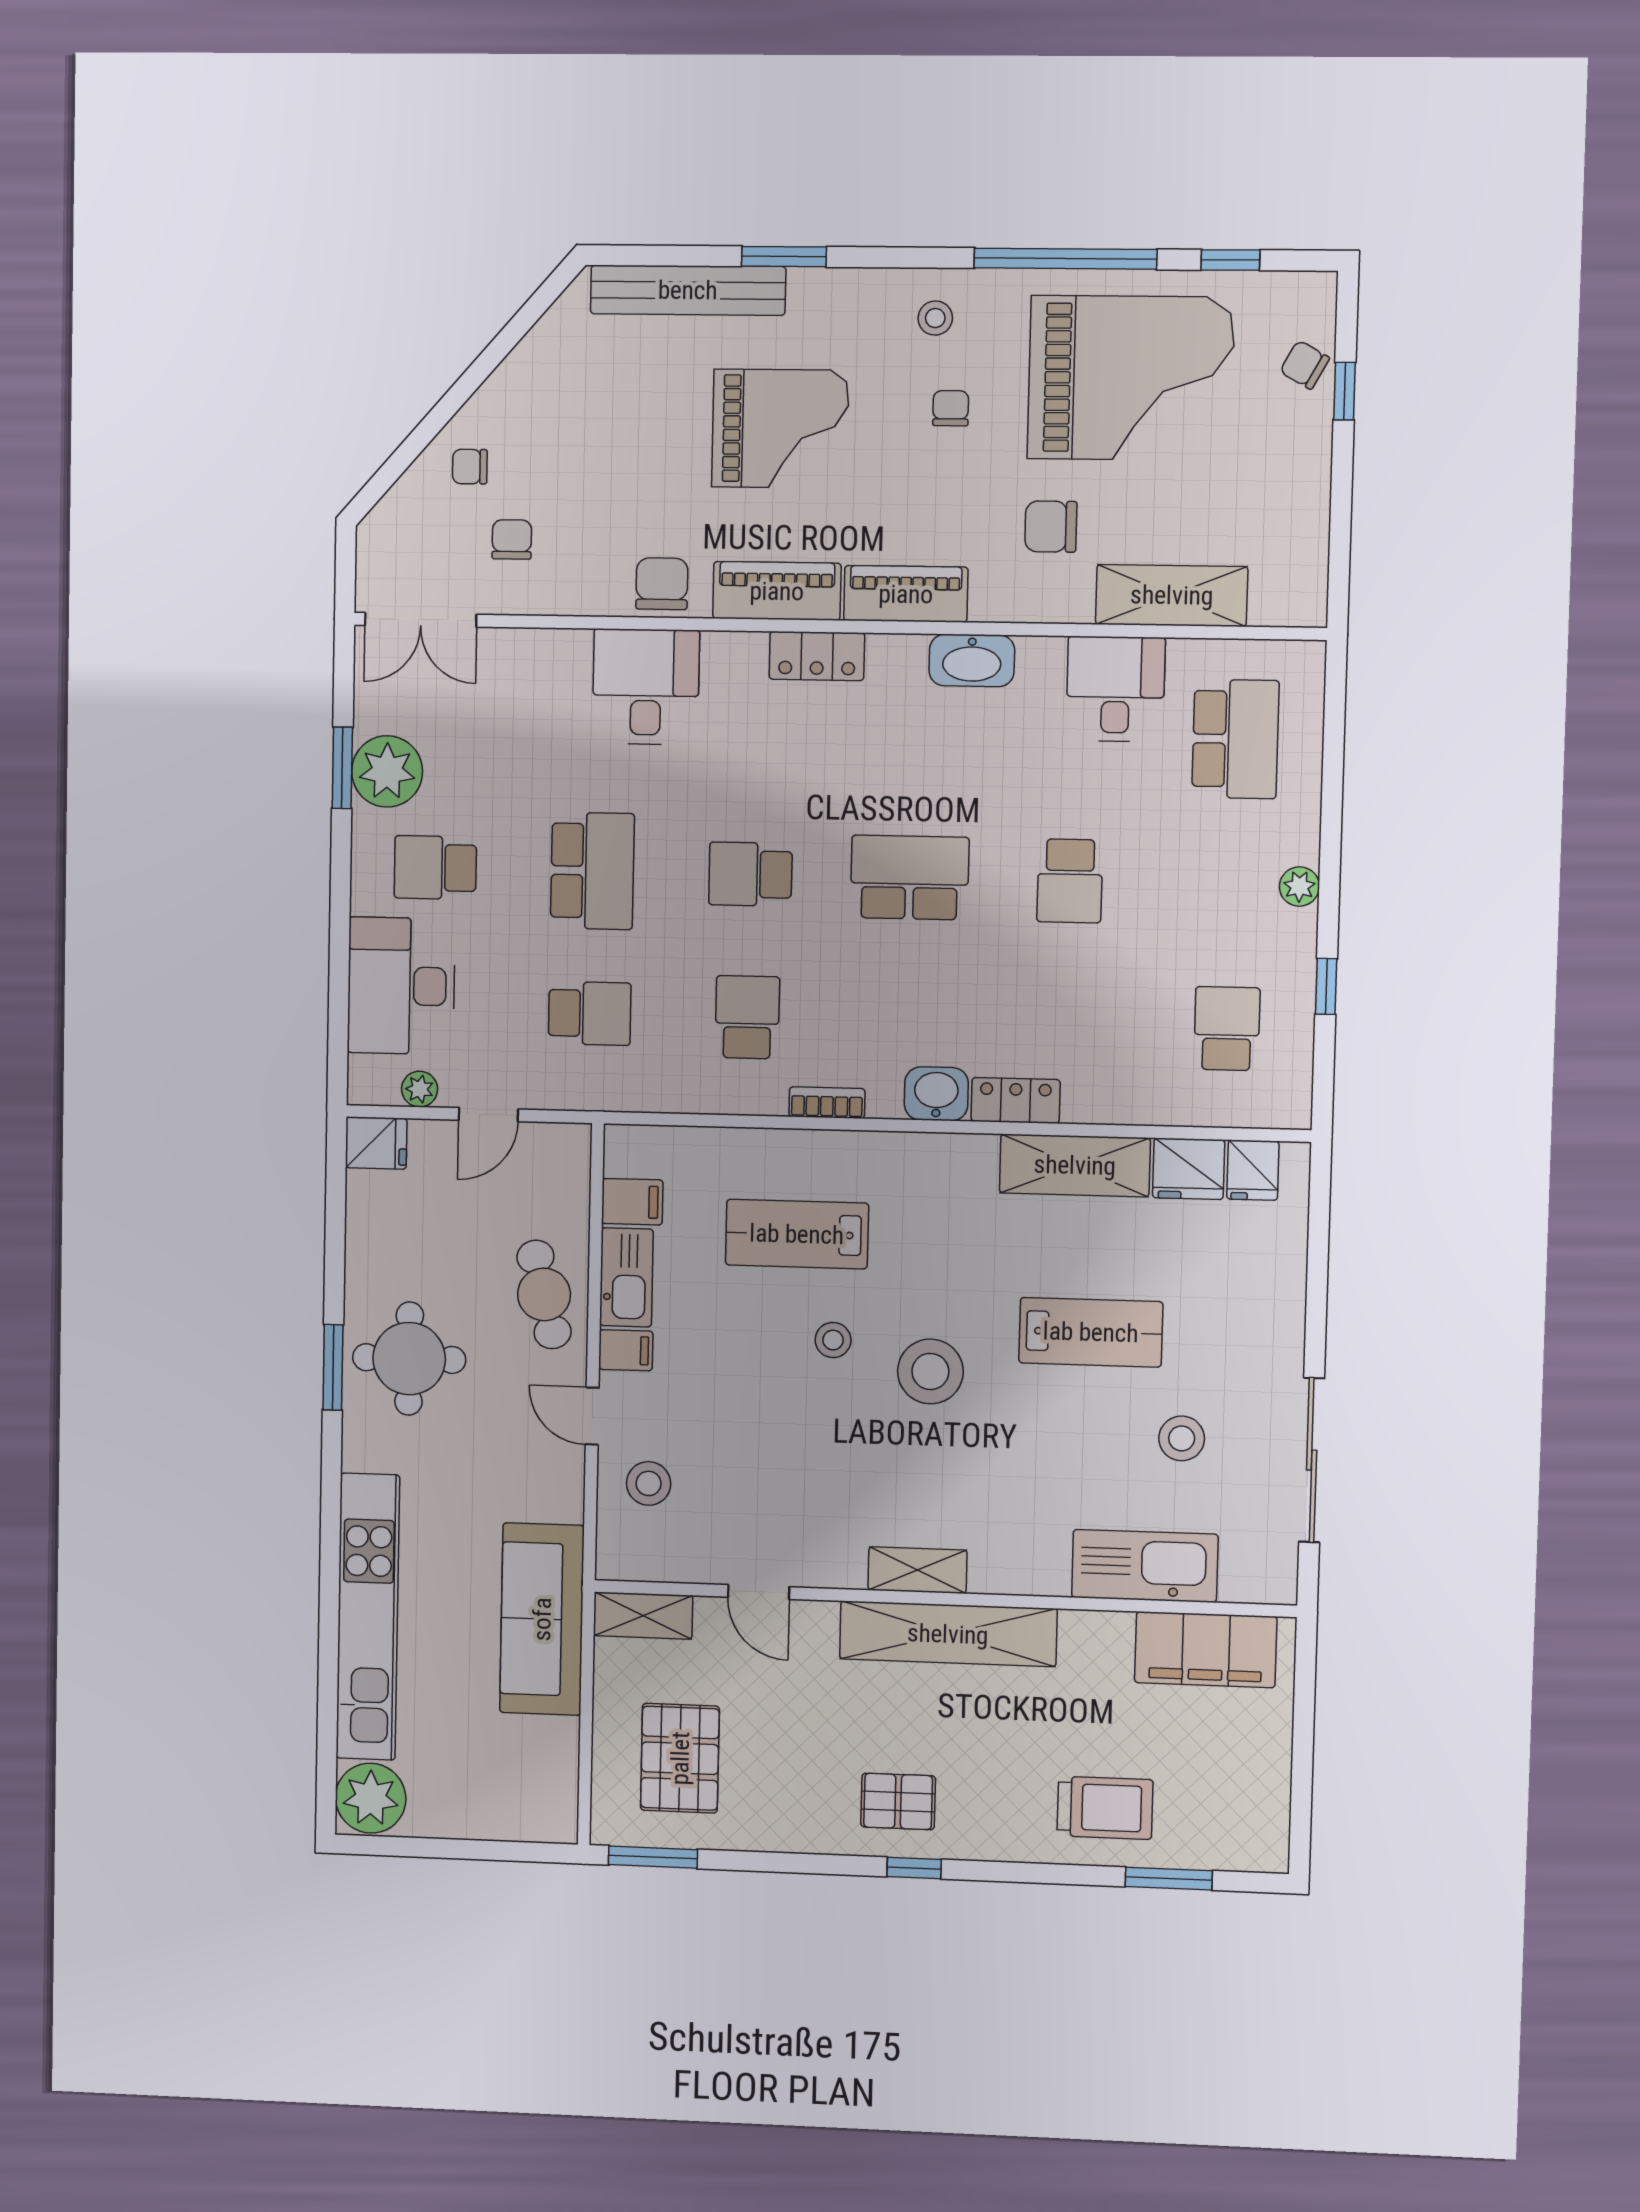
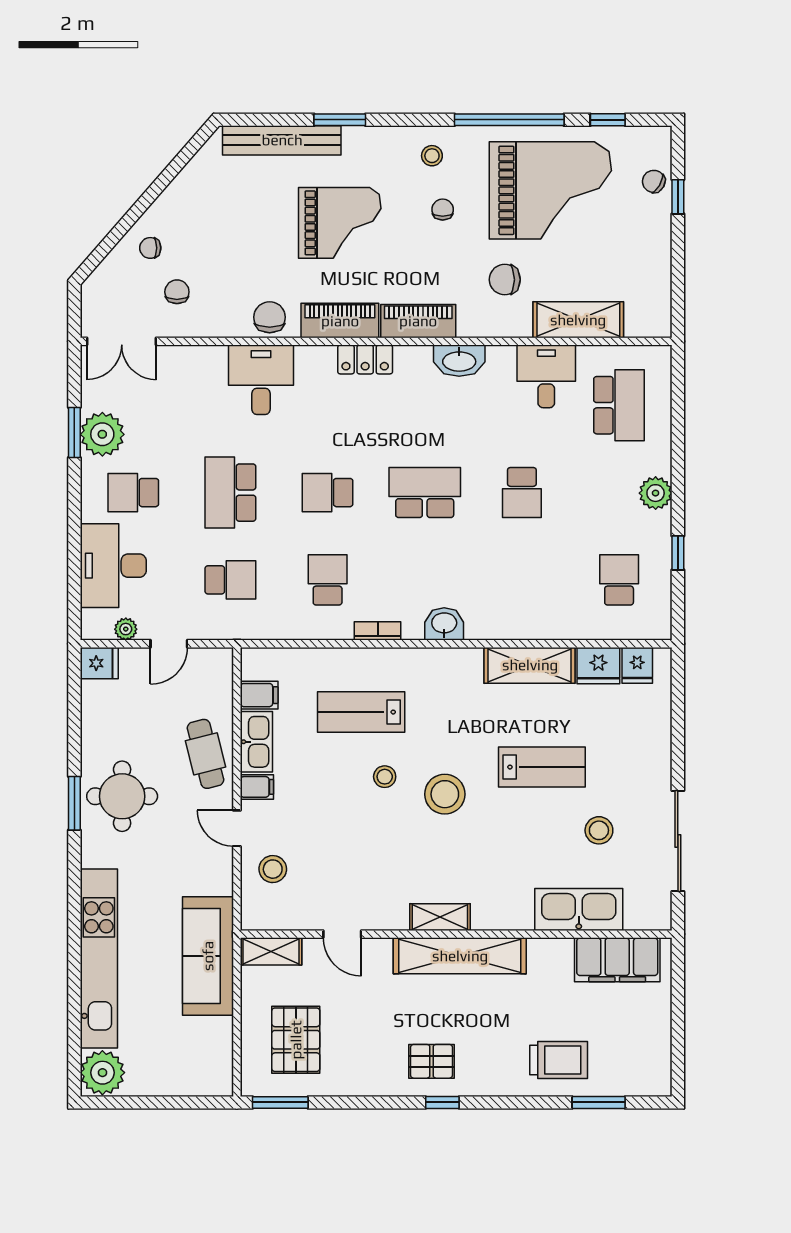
school desk: (592, 871) -> (230, 493), turned 180
plant: (1299, 886) -> (656, 493), width x1.38, depth x1.38
locker: (1016, 1100) -> (493, 627), removed

